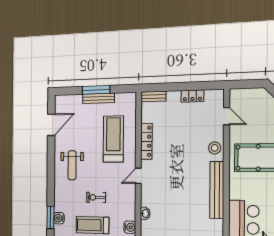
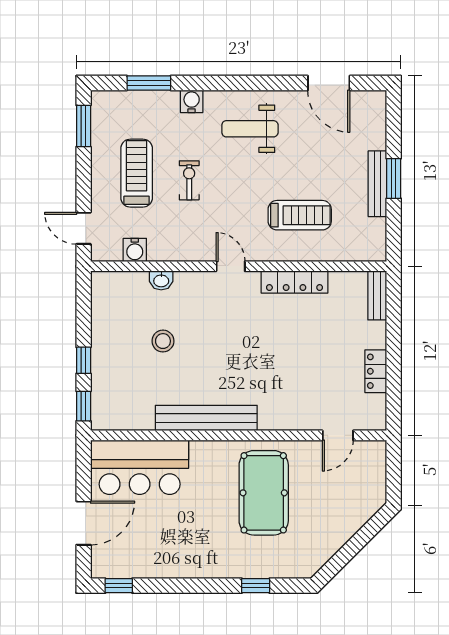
window: (96, 90) -> (394, 178), width x0.69
treadmill: (113, 139) -> (300, 215), width x0.73, depth x0.73
stool: (215, 148) -> (163, 341), moved
water cooler: (59, 218) -> (192, 101), moved

